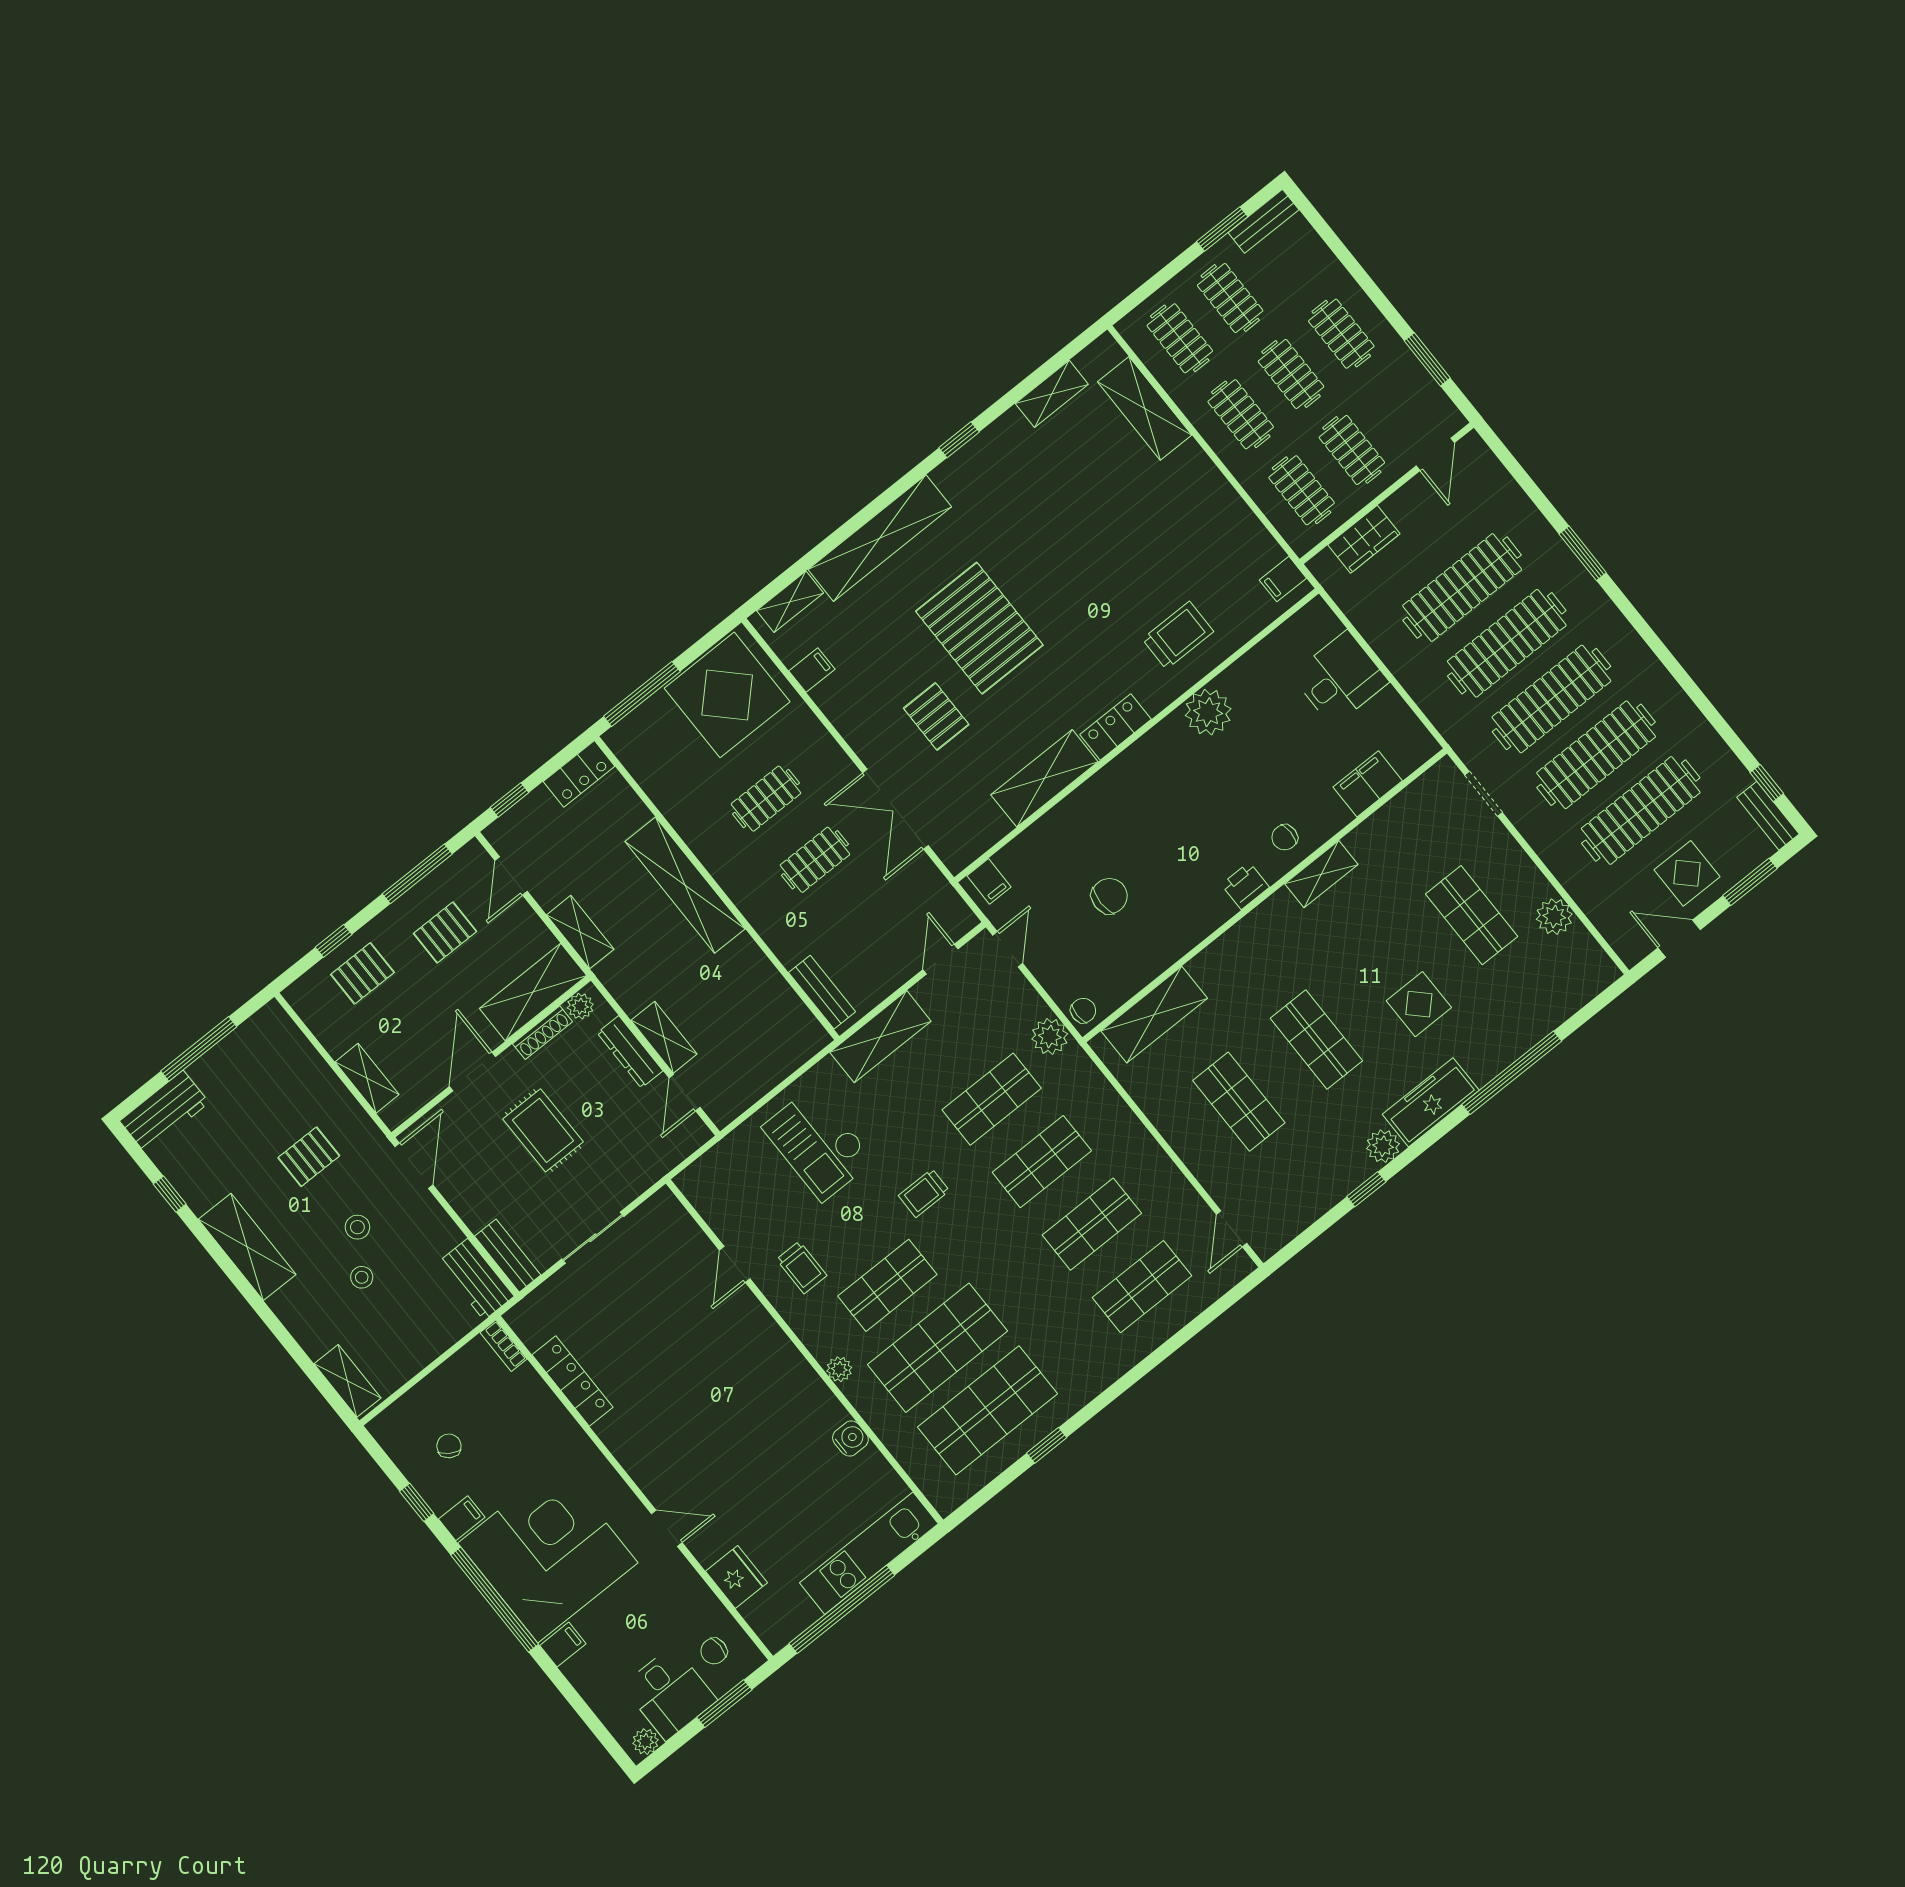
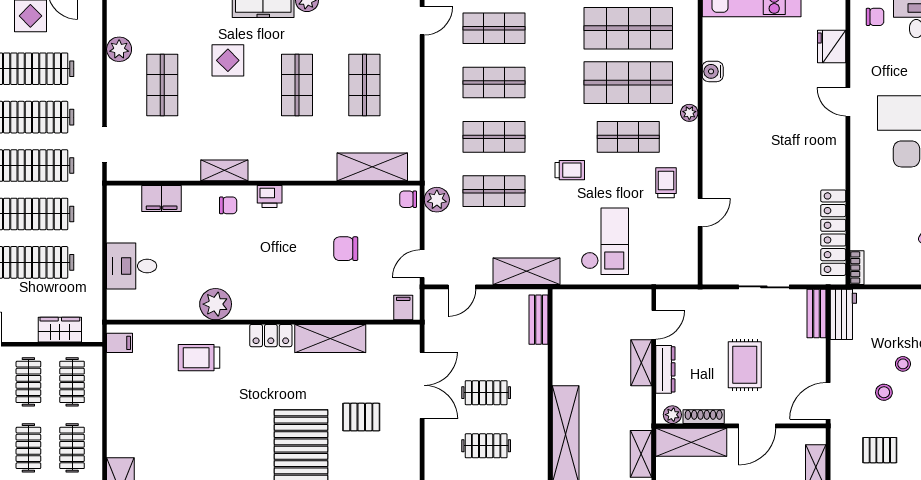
pallet: (936, 716) -> (361, 417), turned 90
locker: (572, 1381) -> (833, 233), width x1.41, depth x1.21

